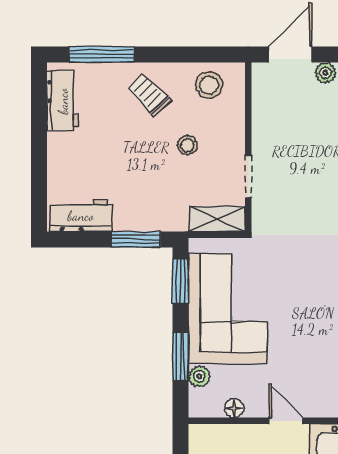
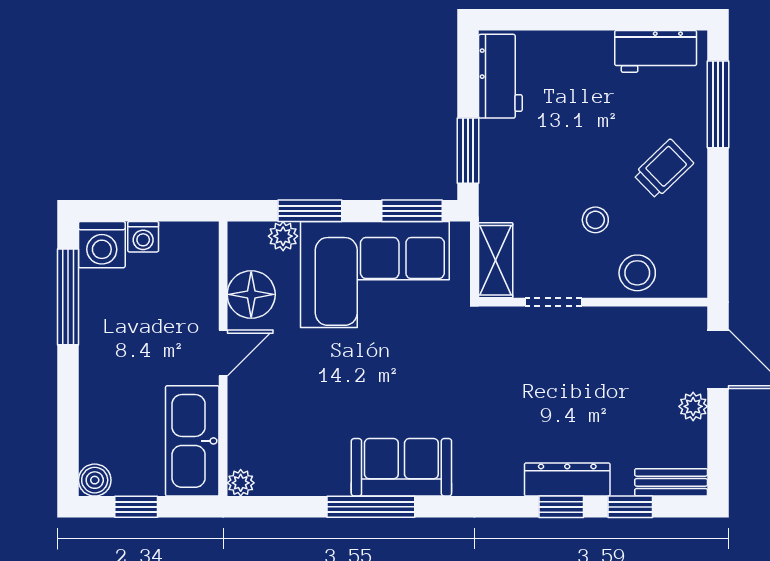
stool: (209, 85) -> (637, 273), moved
floor lamp: (234, 408) -> (251, 294), width x1.89, depth x1.89

